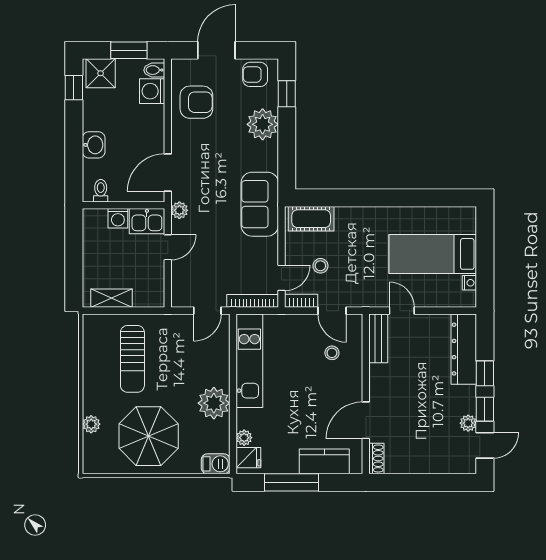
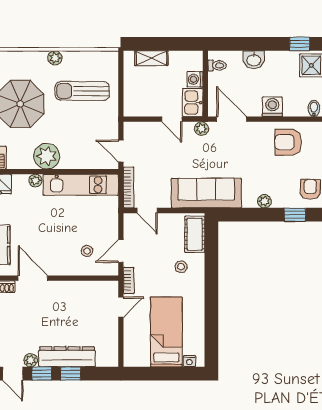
washing machine: (152, 91) -> (272, 107), moved
armchair: (196, 102) -> (288, 142), turned 90
plant: (263, 124) -> (264, 201), width x0.53, depth x0.53
sofa: (260, 204) -> (206, 193), width x1.36
stool: (320, 266) -> (181, 267), moved
nightstand: (469, 283) -> (189, 361), moved
shelving: (111, 298) -> (151, 58), moved, turned 90
bookcase: (301, 301) -> (129, 280), moved
bench: (378, 338) -> (99, 288), removed
dresser: (464, 349) -> (67, 357), moved
plant: (91, 424) -> (55, 58), moved
plant: (244, 438) -> (35, 181), moved

